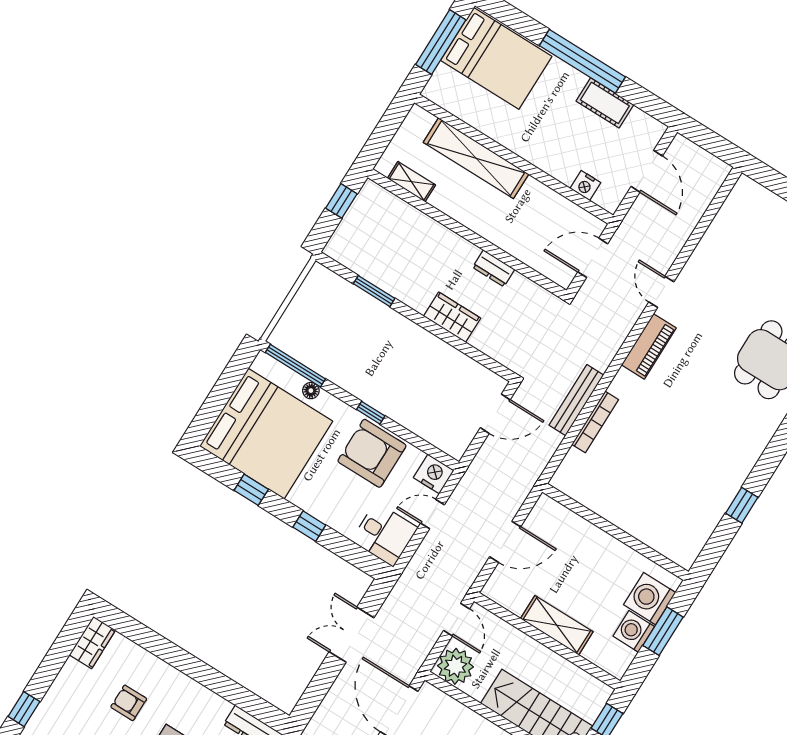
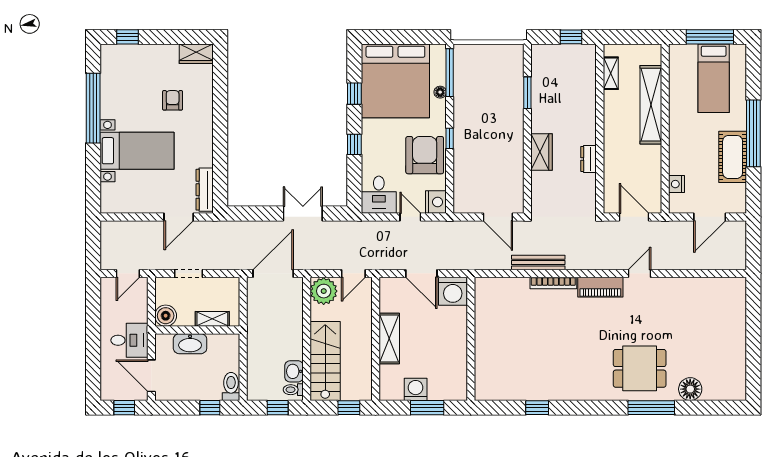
bed: (496, 58) -> (714, 78), width x0.67
cot: (605, 103) -> (733, 157), width x1.37, depth x1.34
bookcase: (595, 422) -> (553, 283), moved
washing machine: (650, 599) -> (453, 291), moved, turned 180

